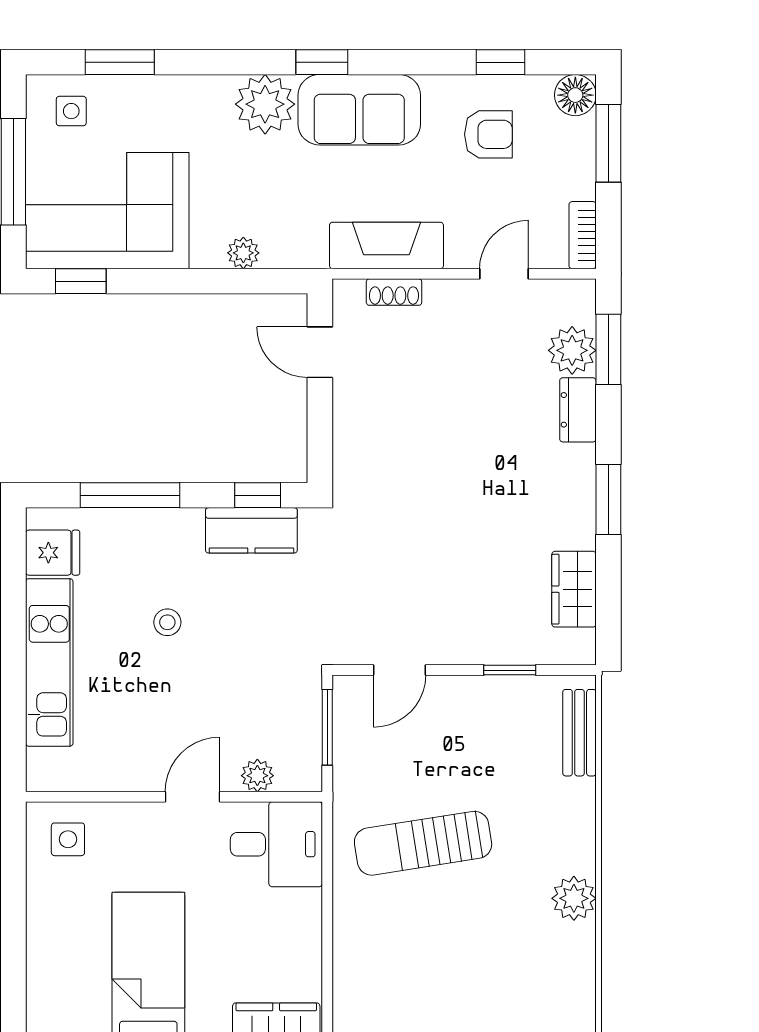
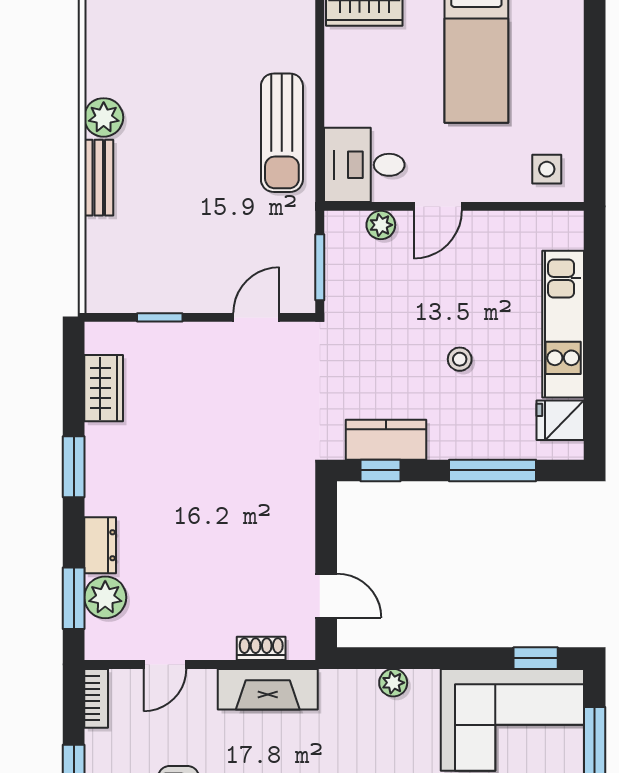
bench: (579, 733) -> (99, 178), moved
sun lounger: (423, 843) -> (282, 133), moved, turned 99

